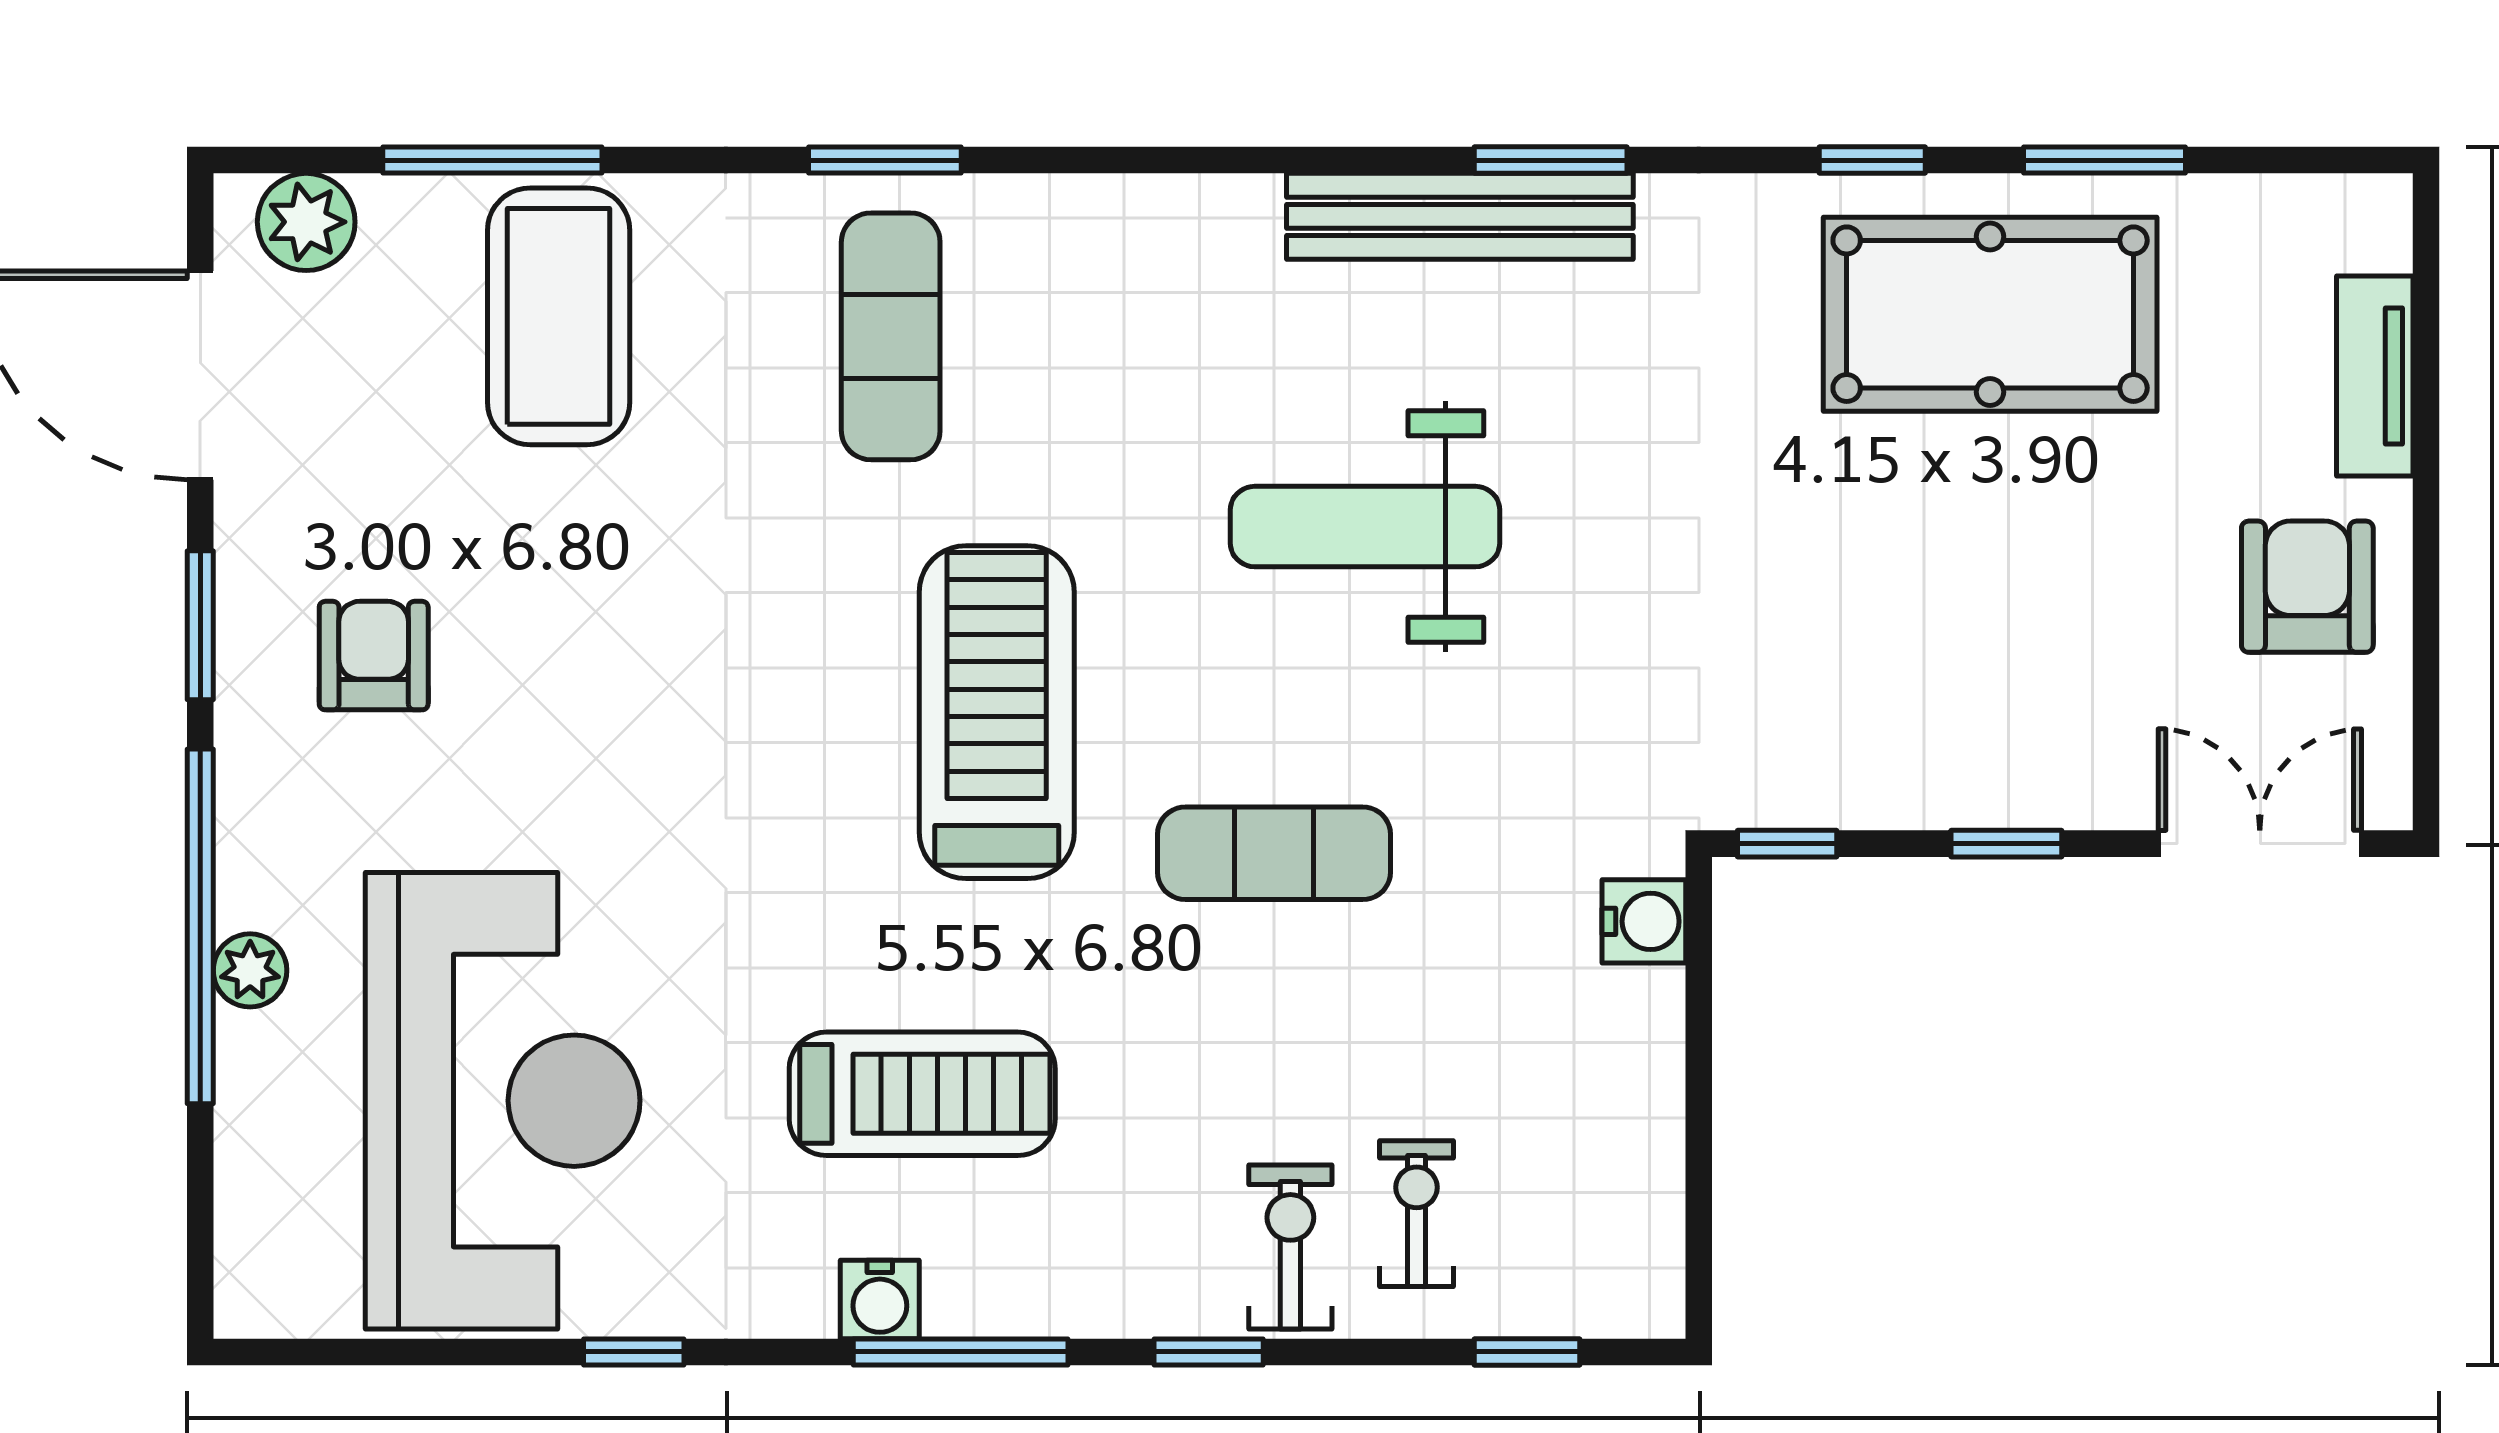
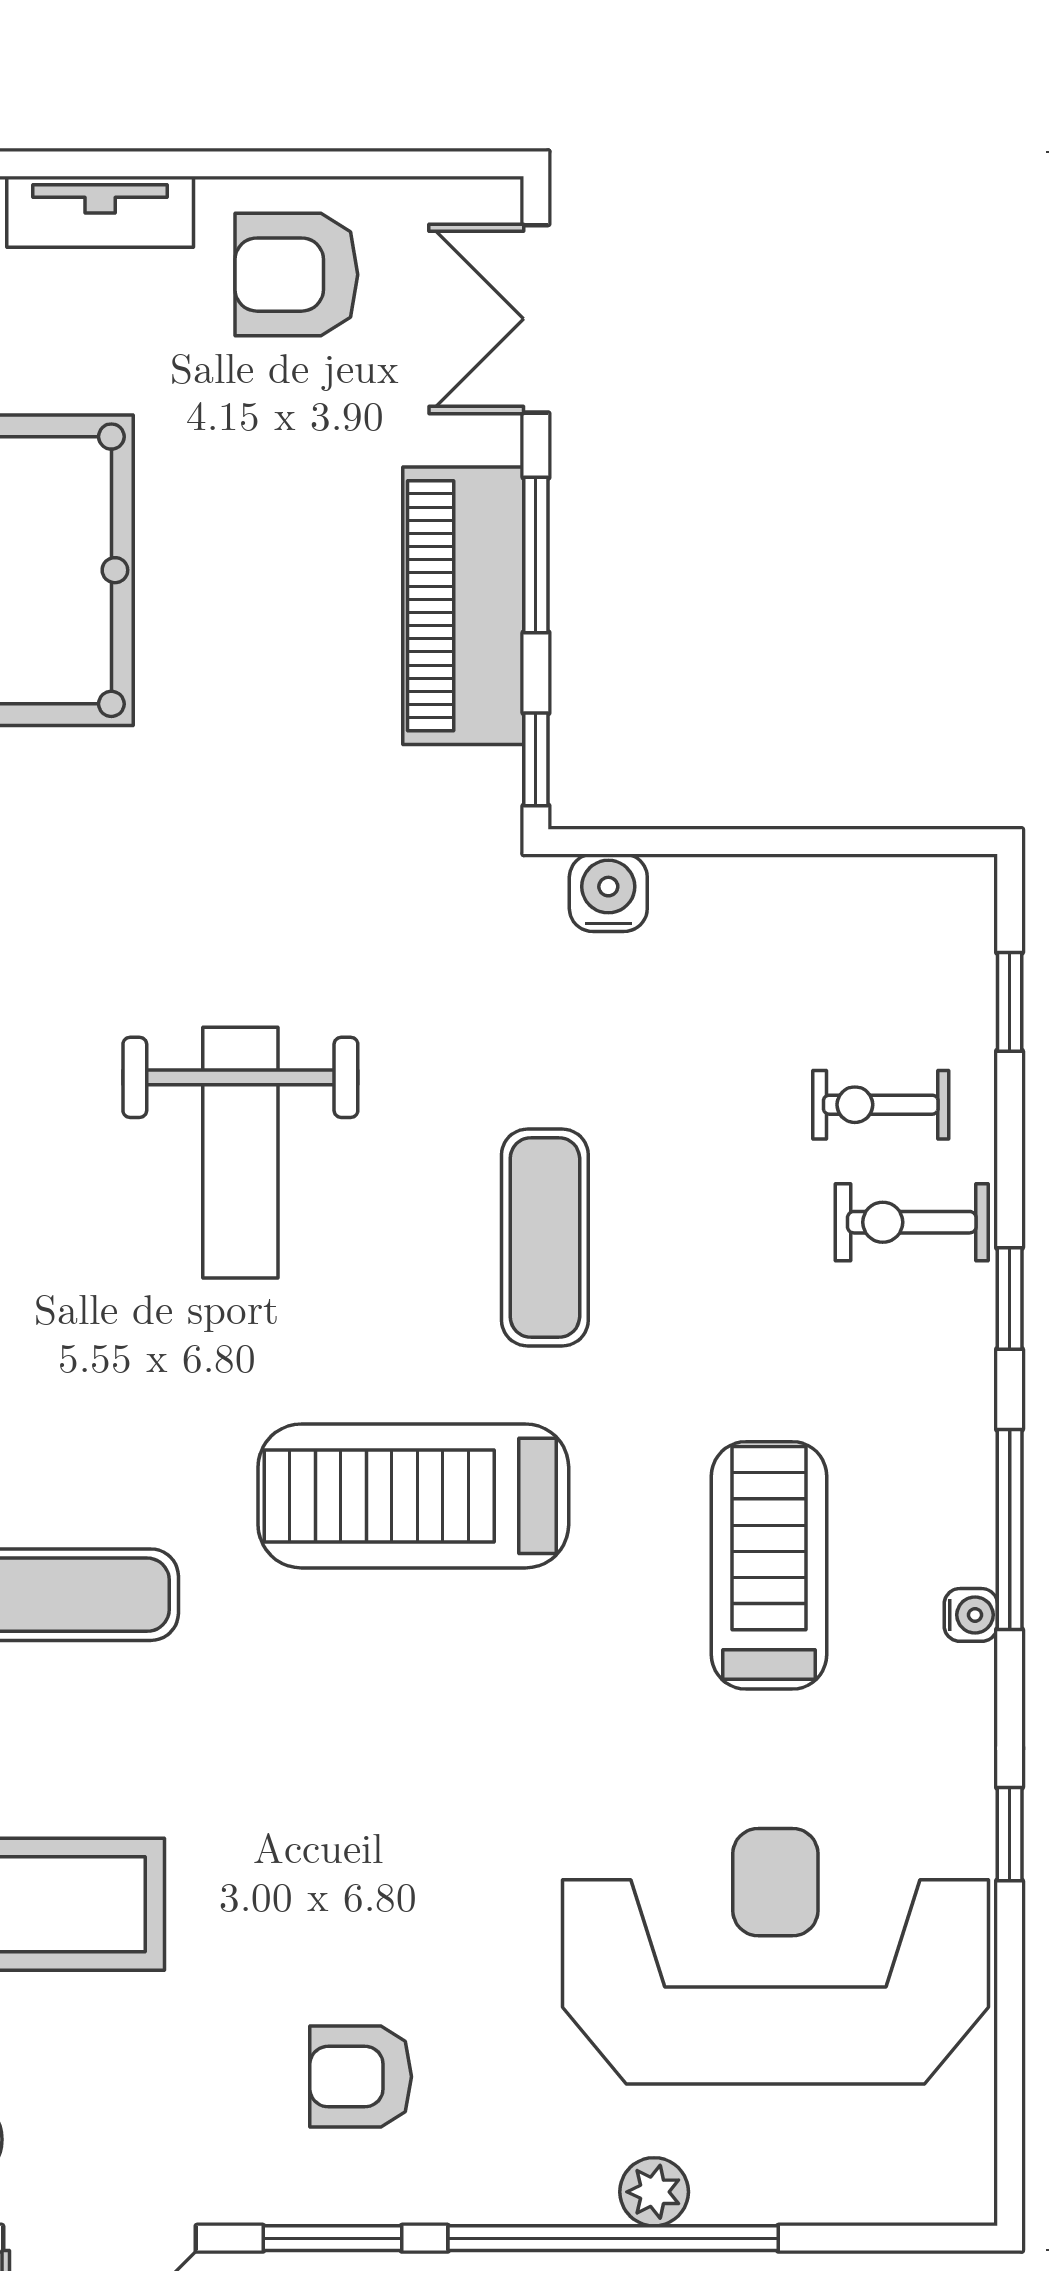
piano: (1952, 766) -> (463, 606), added
window: (2006, 844) -> (536, 555), width x1.50
water cooler: (880, 1299) -> (971, 1615), width x0.72, depth x0.72

